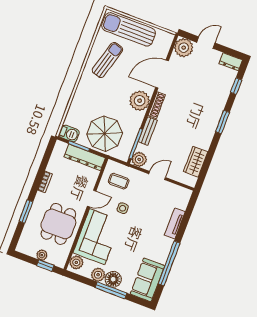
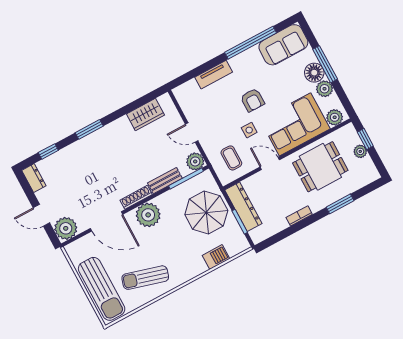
barbecue: (69, 133) -> (216, 257), moved, turned 90
armchair: (137, 229) -> (252, 100), added

